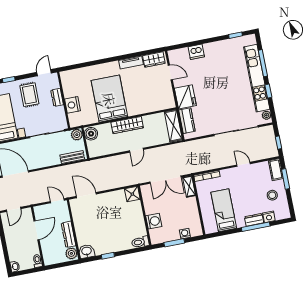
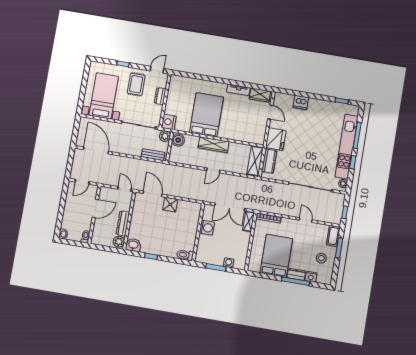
nightstand: (72, 105) -> (169, 122), moved
shower: (132, 194) -> (170, 205), moved
bed: (224, 210) -> (276, 256), width x1.50
washing machine: (154, 221) -> (207, 228), moved

